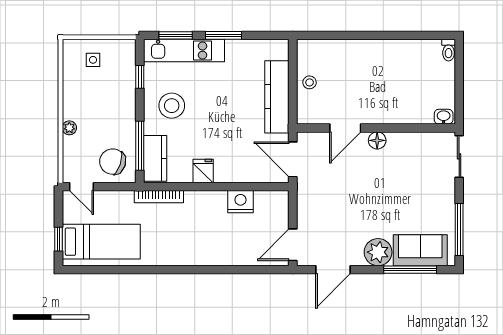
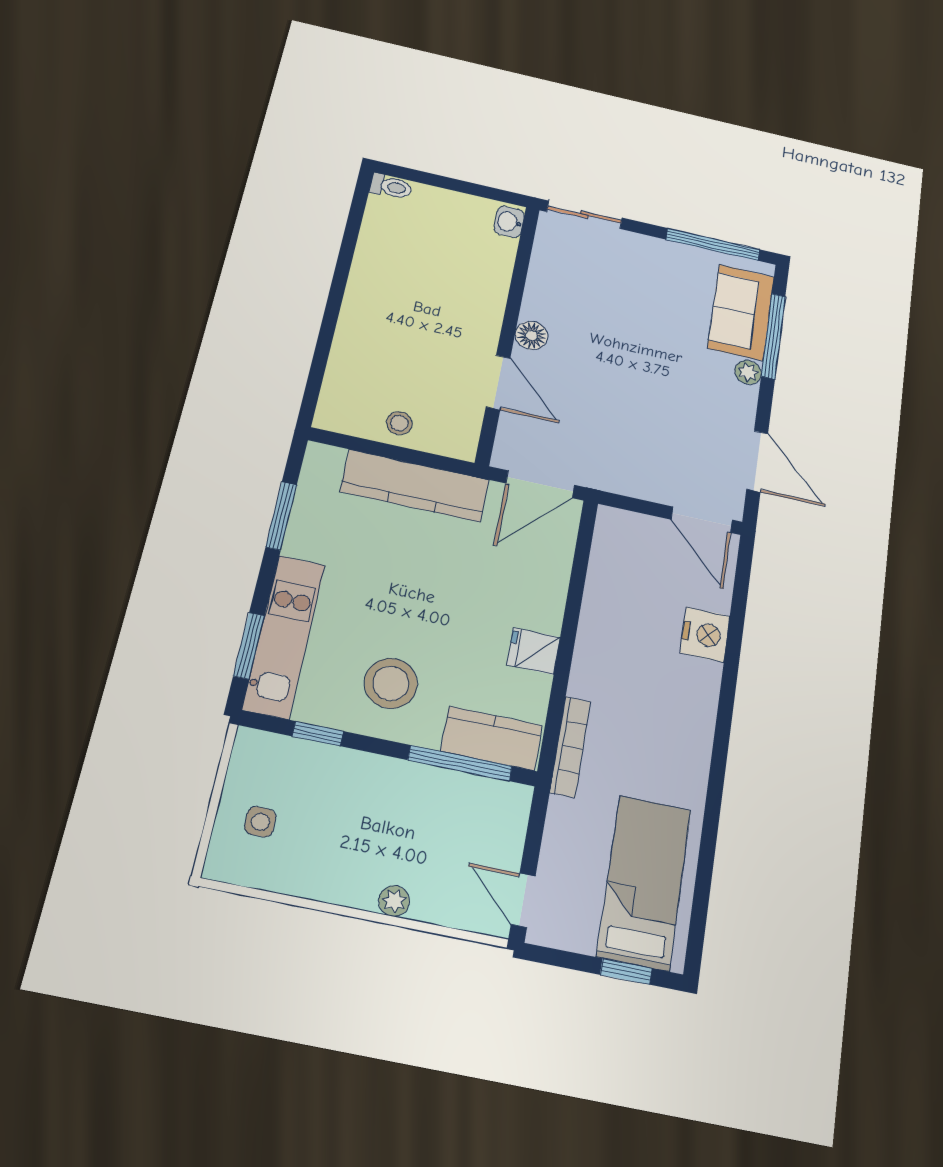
window: (223, 35) -> (281, 516), moved
chair: (113, 162) -> (483, 825), removed
door: (81, 187) -> (523, 900), swing flipped
nightstand: (241, 202) -> (705, 635), moved, turned 180
plant: (378, 252) -> (748, 372), width x0.53, depth x0.53

